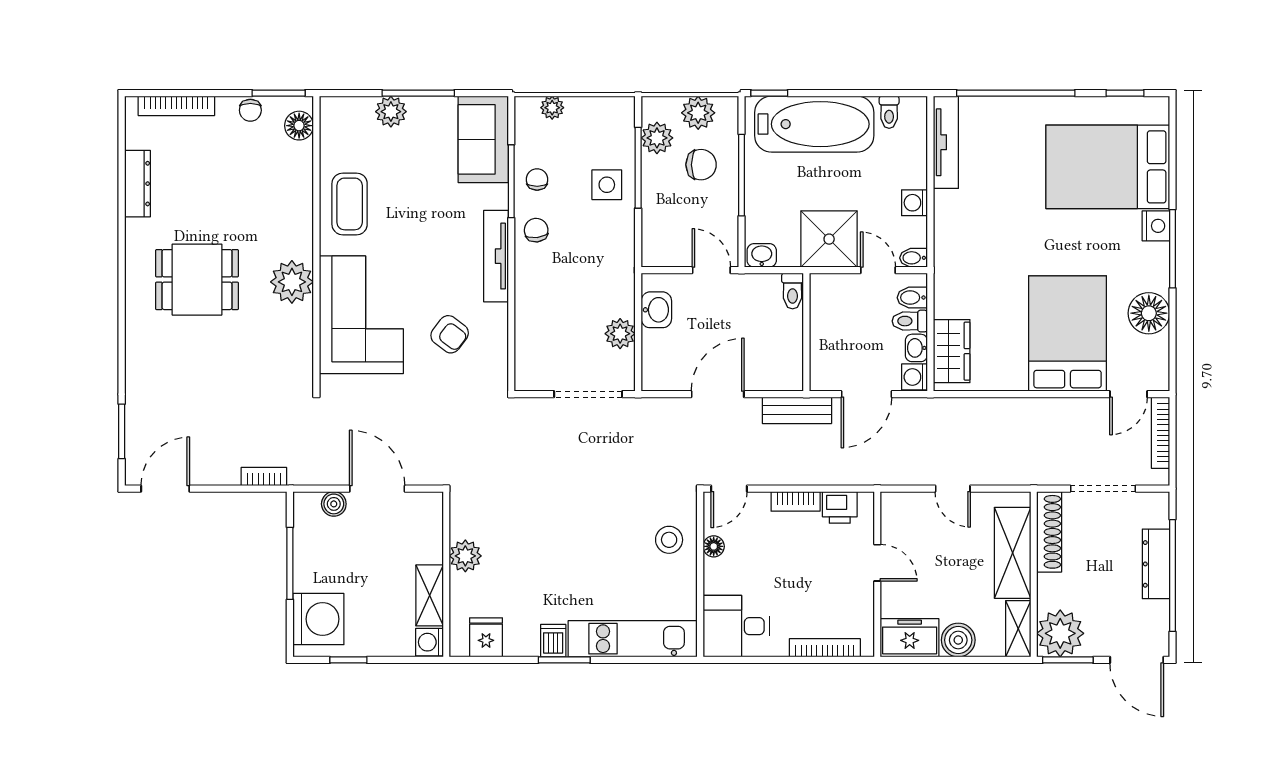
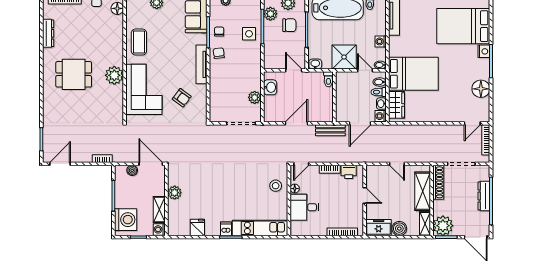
bed: (1068, 334) -> (413, 74), moved, turned 90
plant: (465, 556) -> (175, 193), moved
wall: (446, 574) -> (166, 200), moved
shelving: (430, 595) -> (159, 209), moved
desk: (736, 626) -> (304, 207), moved
washing machine: (430, 642) -> (159, 229), moved

